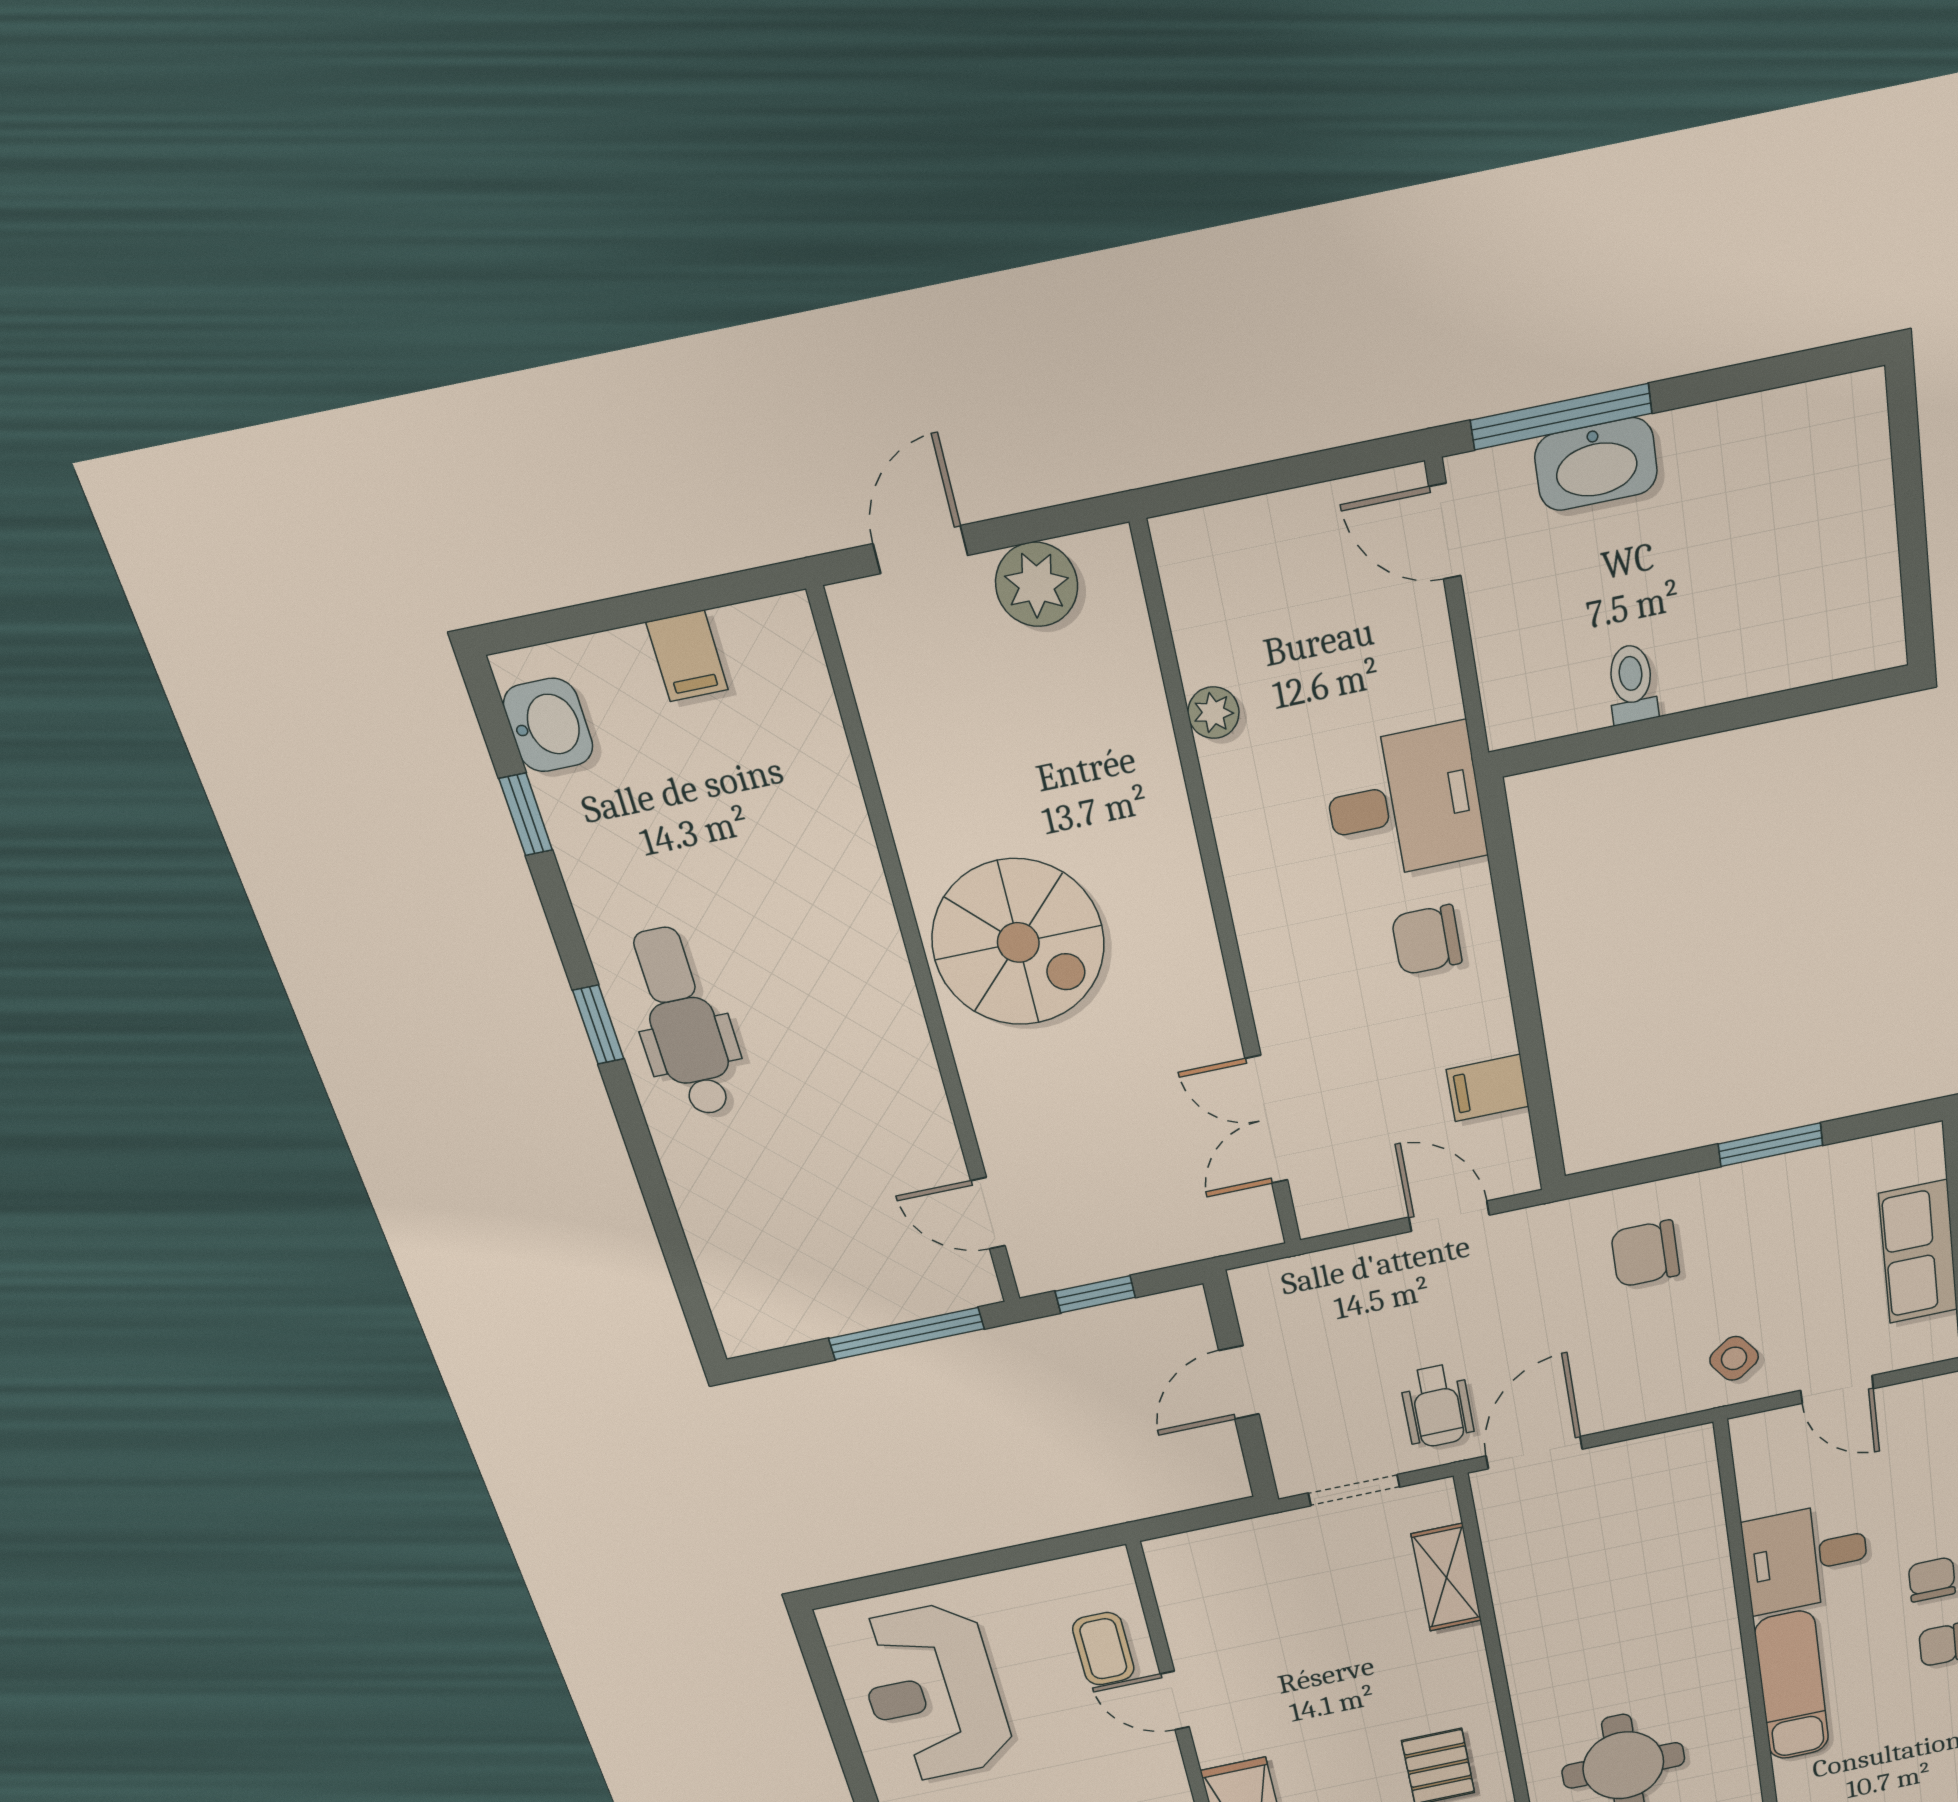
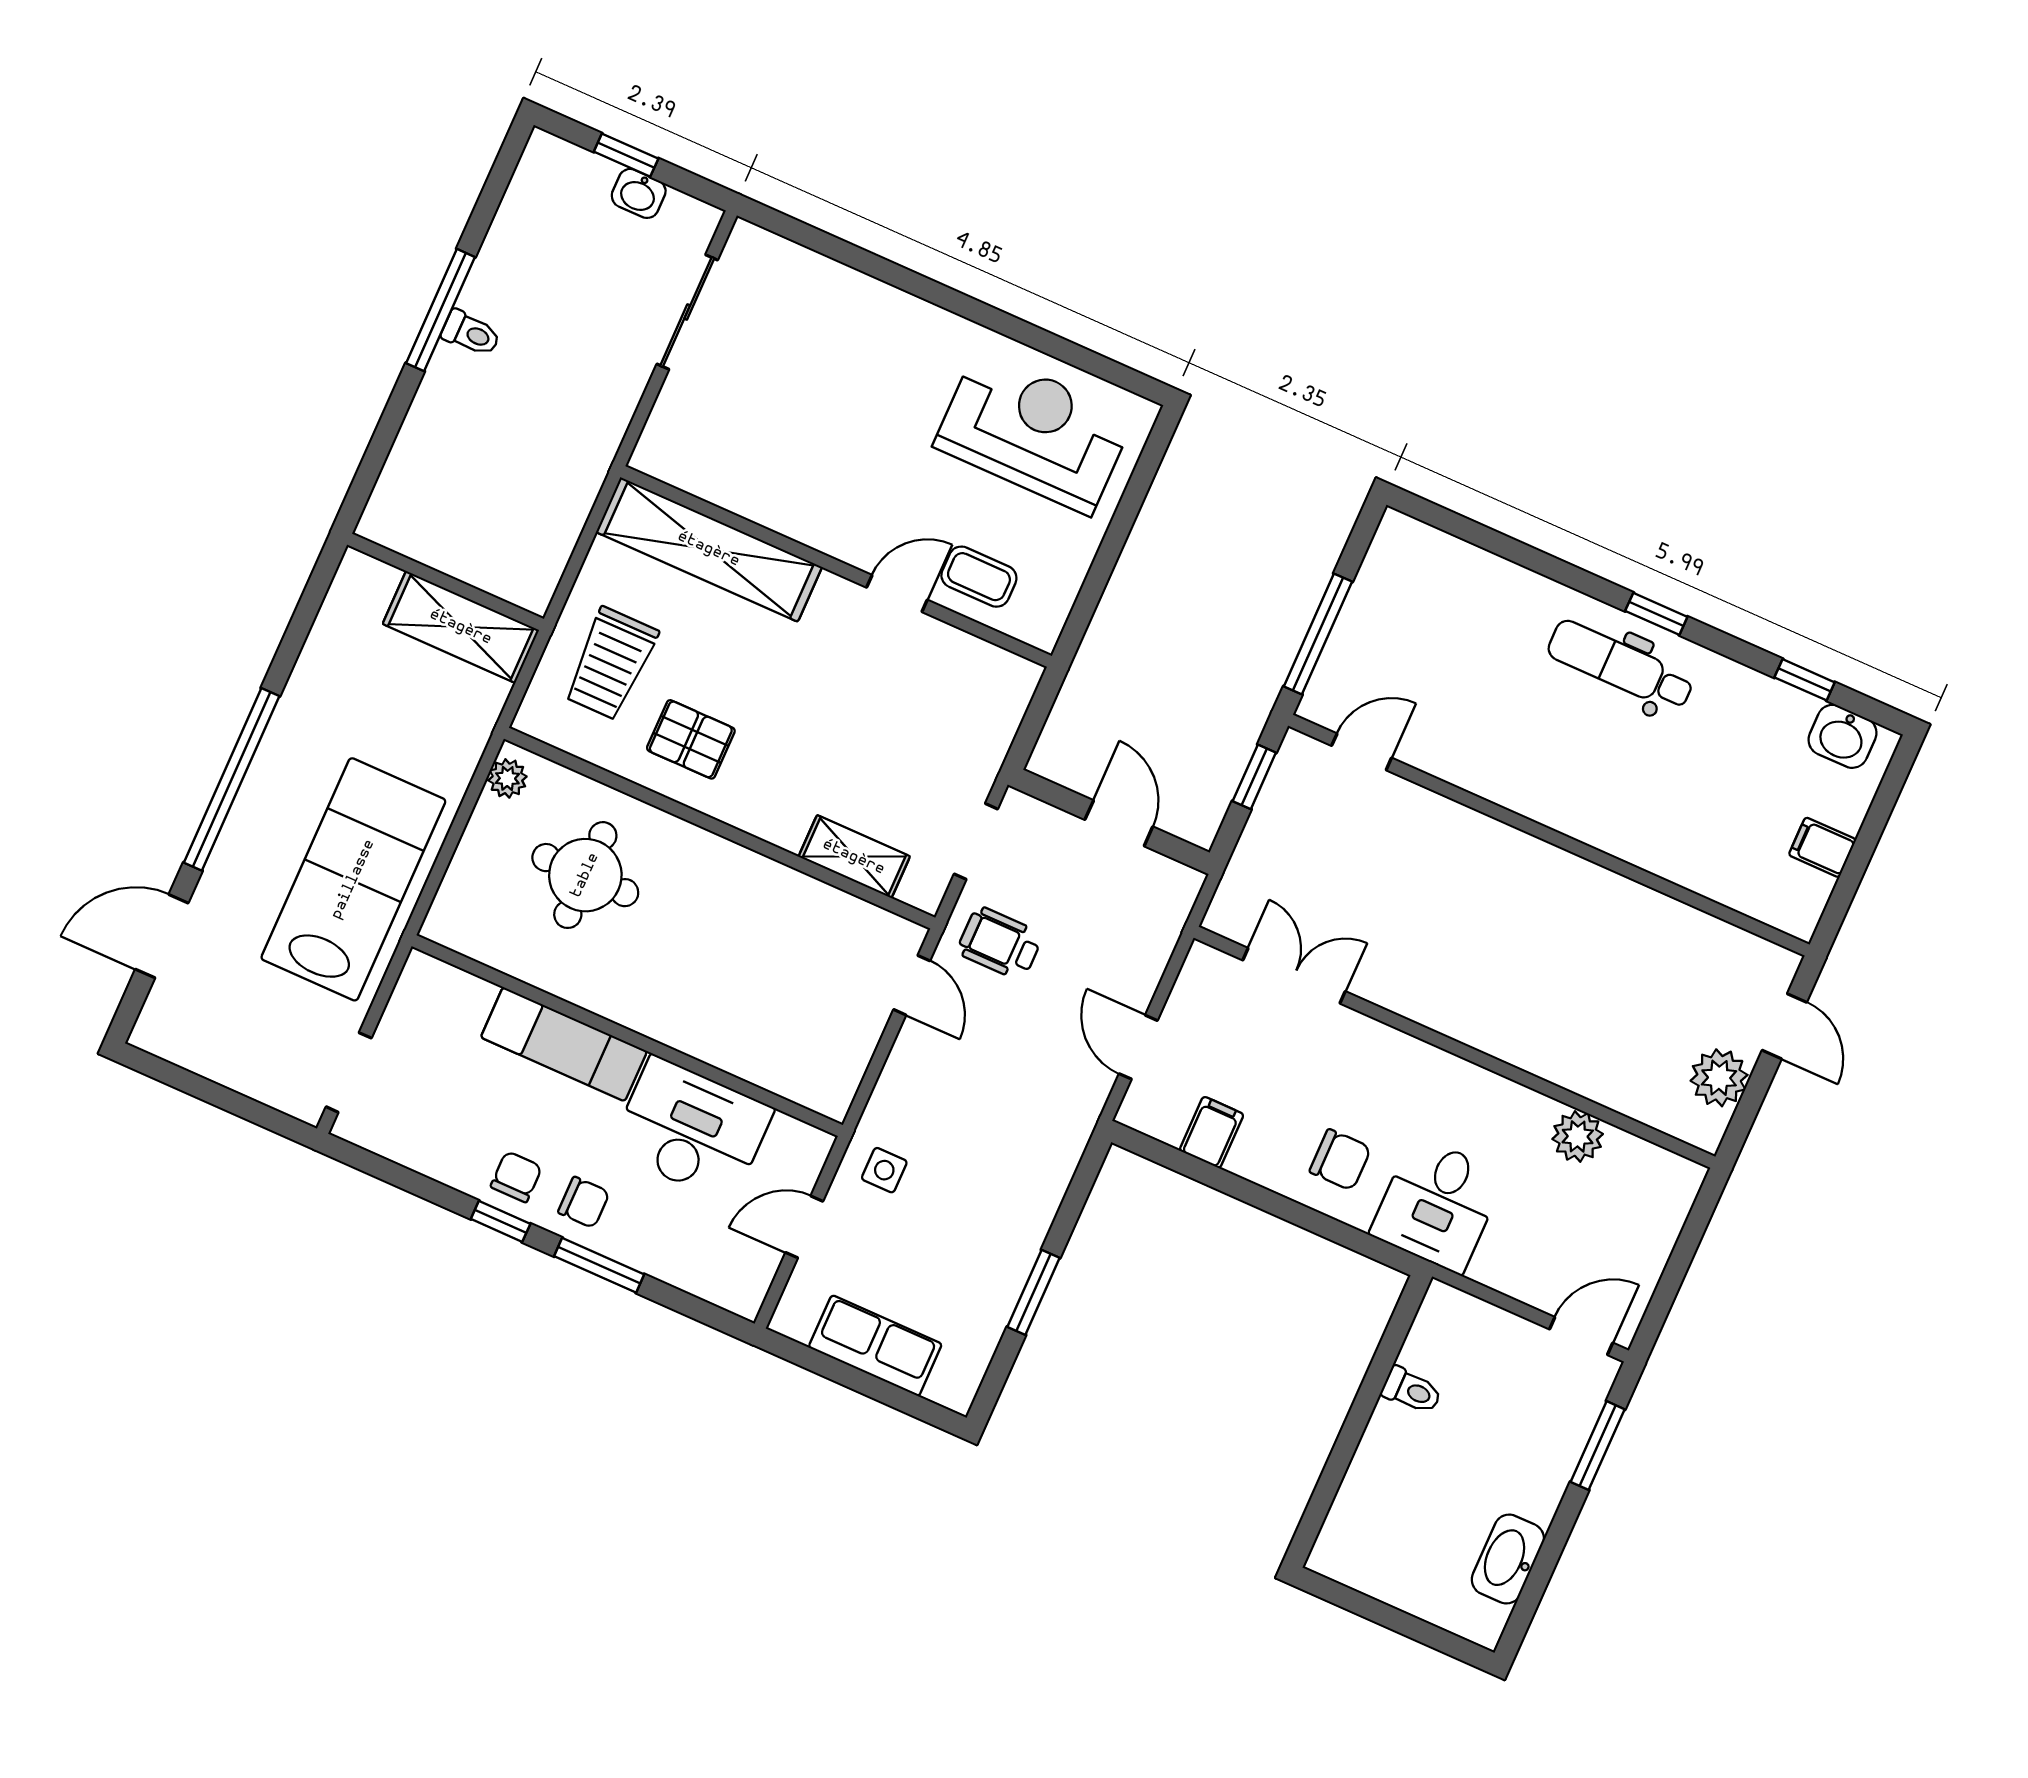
window: (1561, 417) -> (1598, 1446), width x0.69
washbasin: (1596, 464) -> (1508, 1559), moved
plant: (1213, 713) -> (1578, 1136), width x1.38, depth x1.38
chair: (1427, 940) -> (1340, 1160), turned 90
spiral stairs: (1018, 942) -> (1522, 907), removed
dental chair: (683, 1022) -> (1621, 666), turned 180
door: (1449, 1216) -> (1138, 1047), swing flipped
chair: (1645, 1254) -> (1013, 1159), removed
side table: (1734, 1358) -> (884, 1170), turned 36
door: (1534, 1453) -> (912, 985), width x0.73
desk: (1806, 1558) -> (692, 1130), width x1.37

